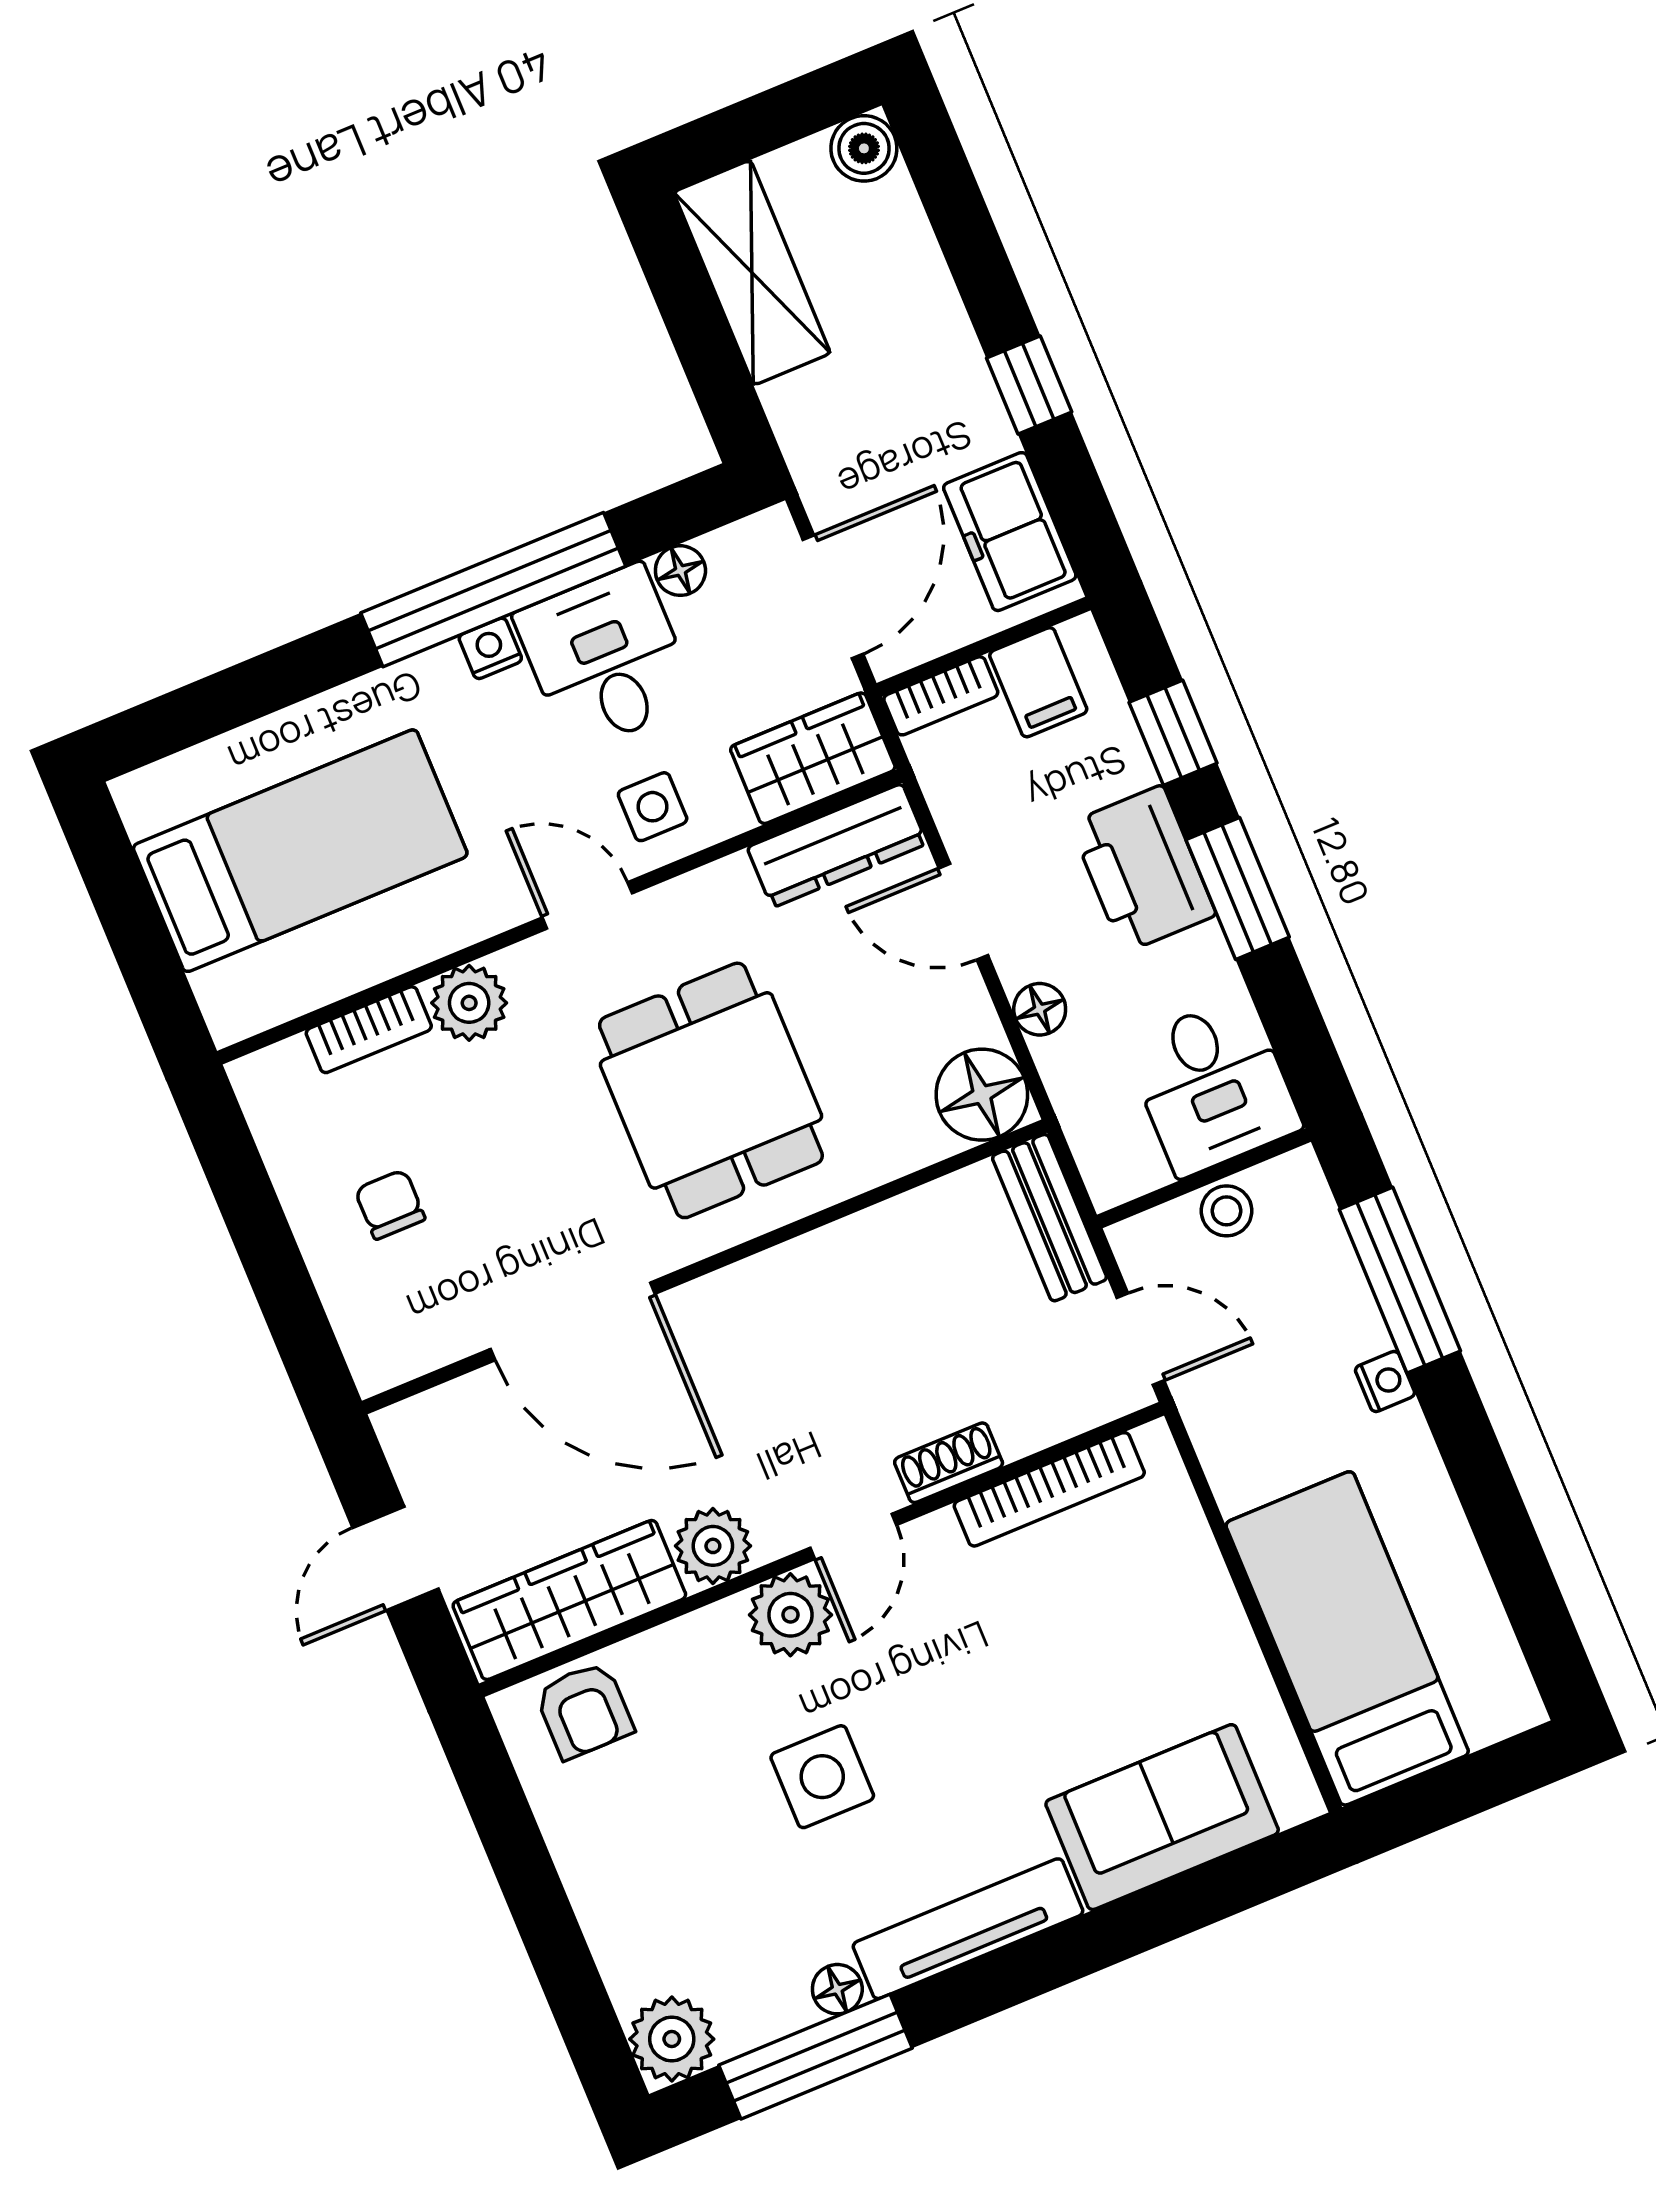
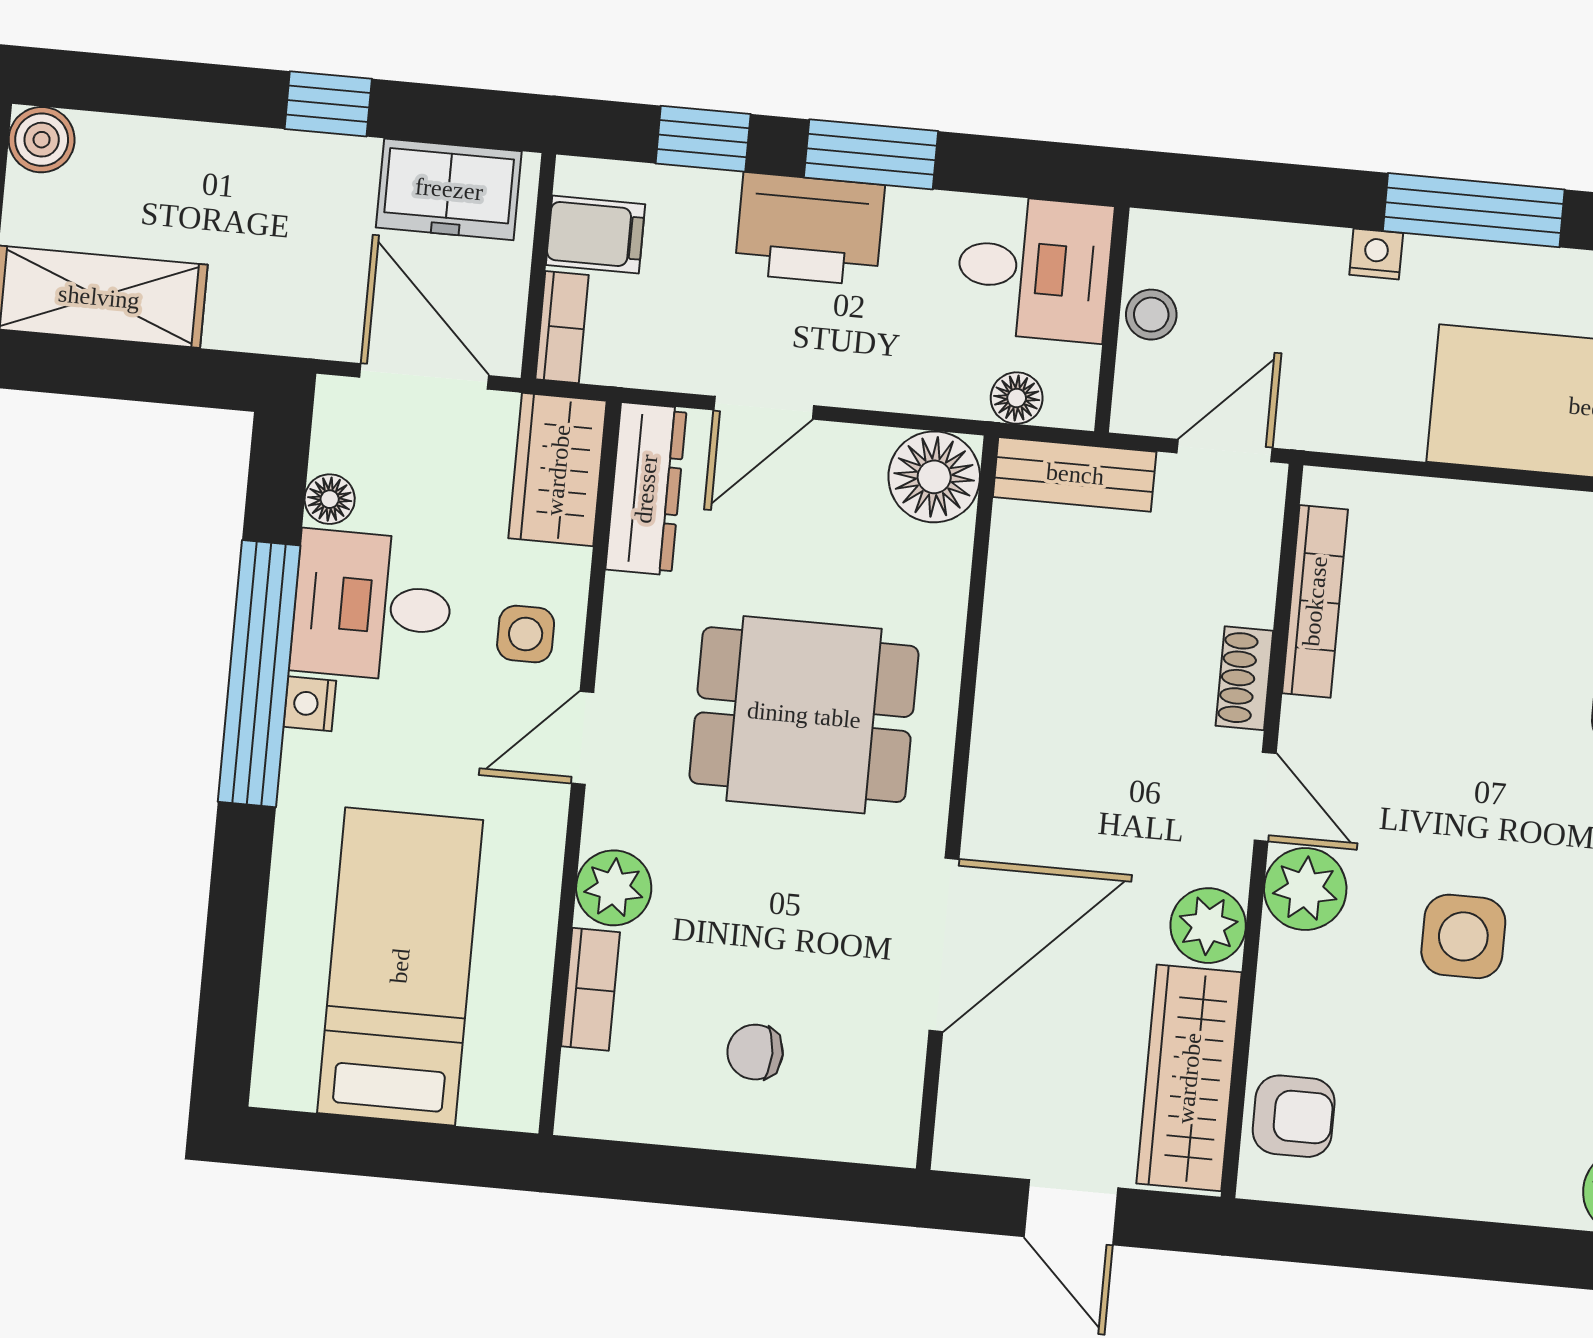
floor lamp: (1040, 1009) -> (1017, 398), moved
window: (1400, 1280) -> (1474, 210), moved

